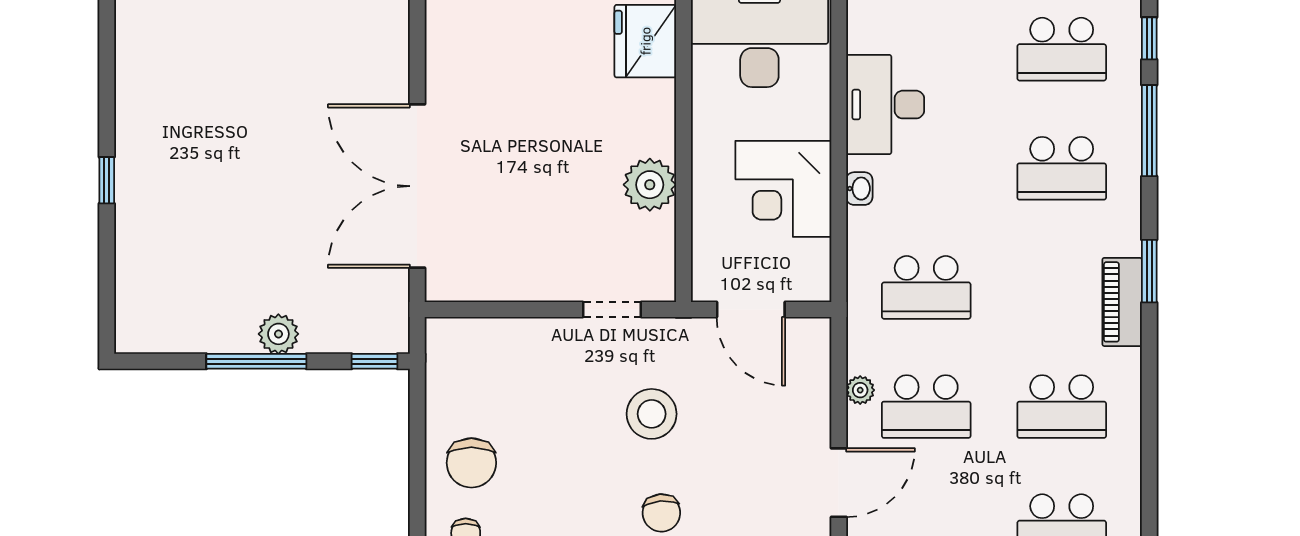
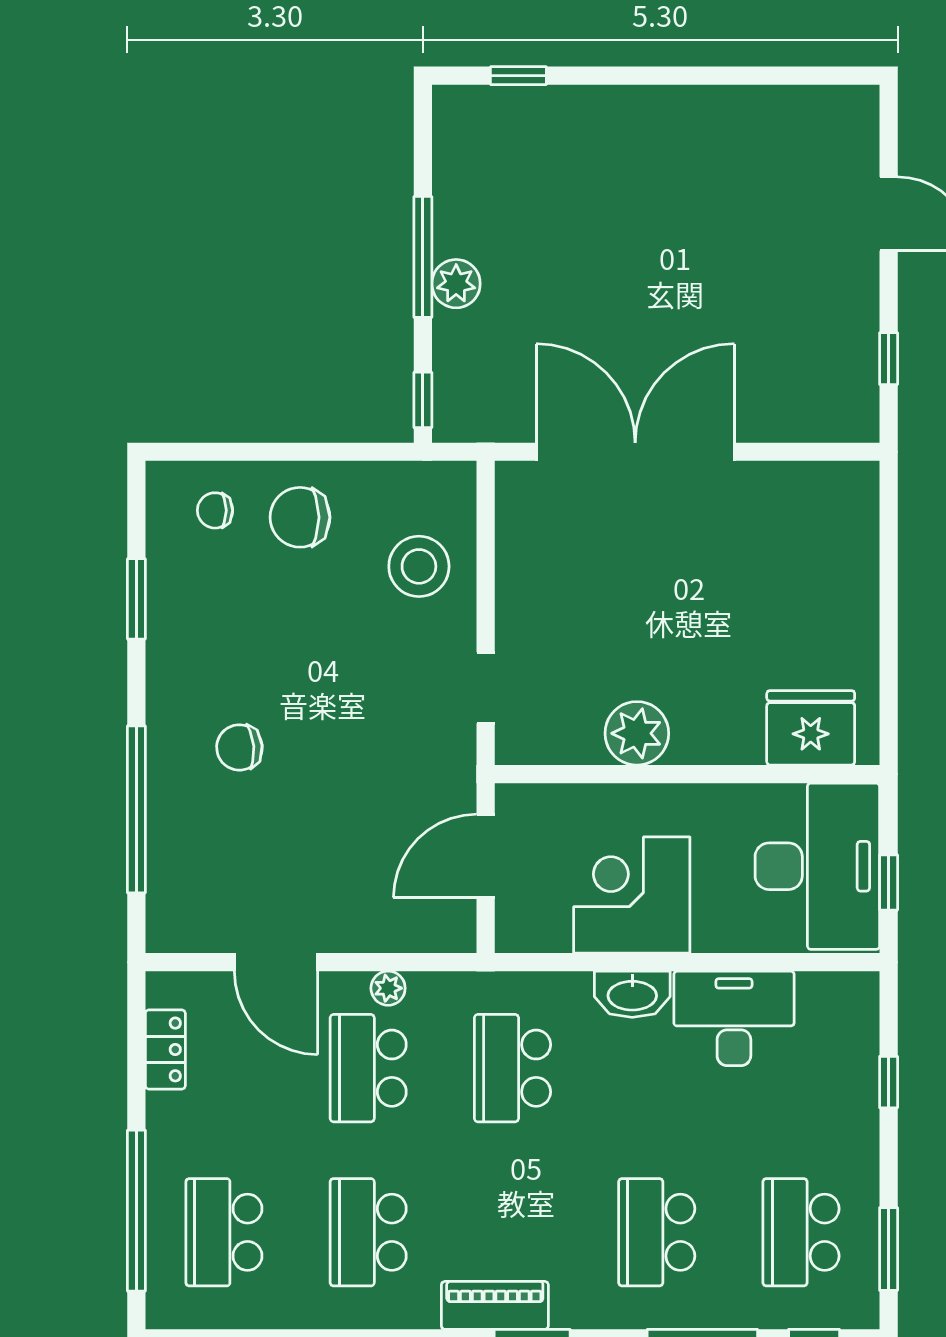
window: (107, 180) -> (518, 76), moved
washbasin: (859, 189) -> (632, 994), width x1.91, depth x1.45
stool: (652, 414) -> (419, 566), moved

